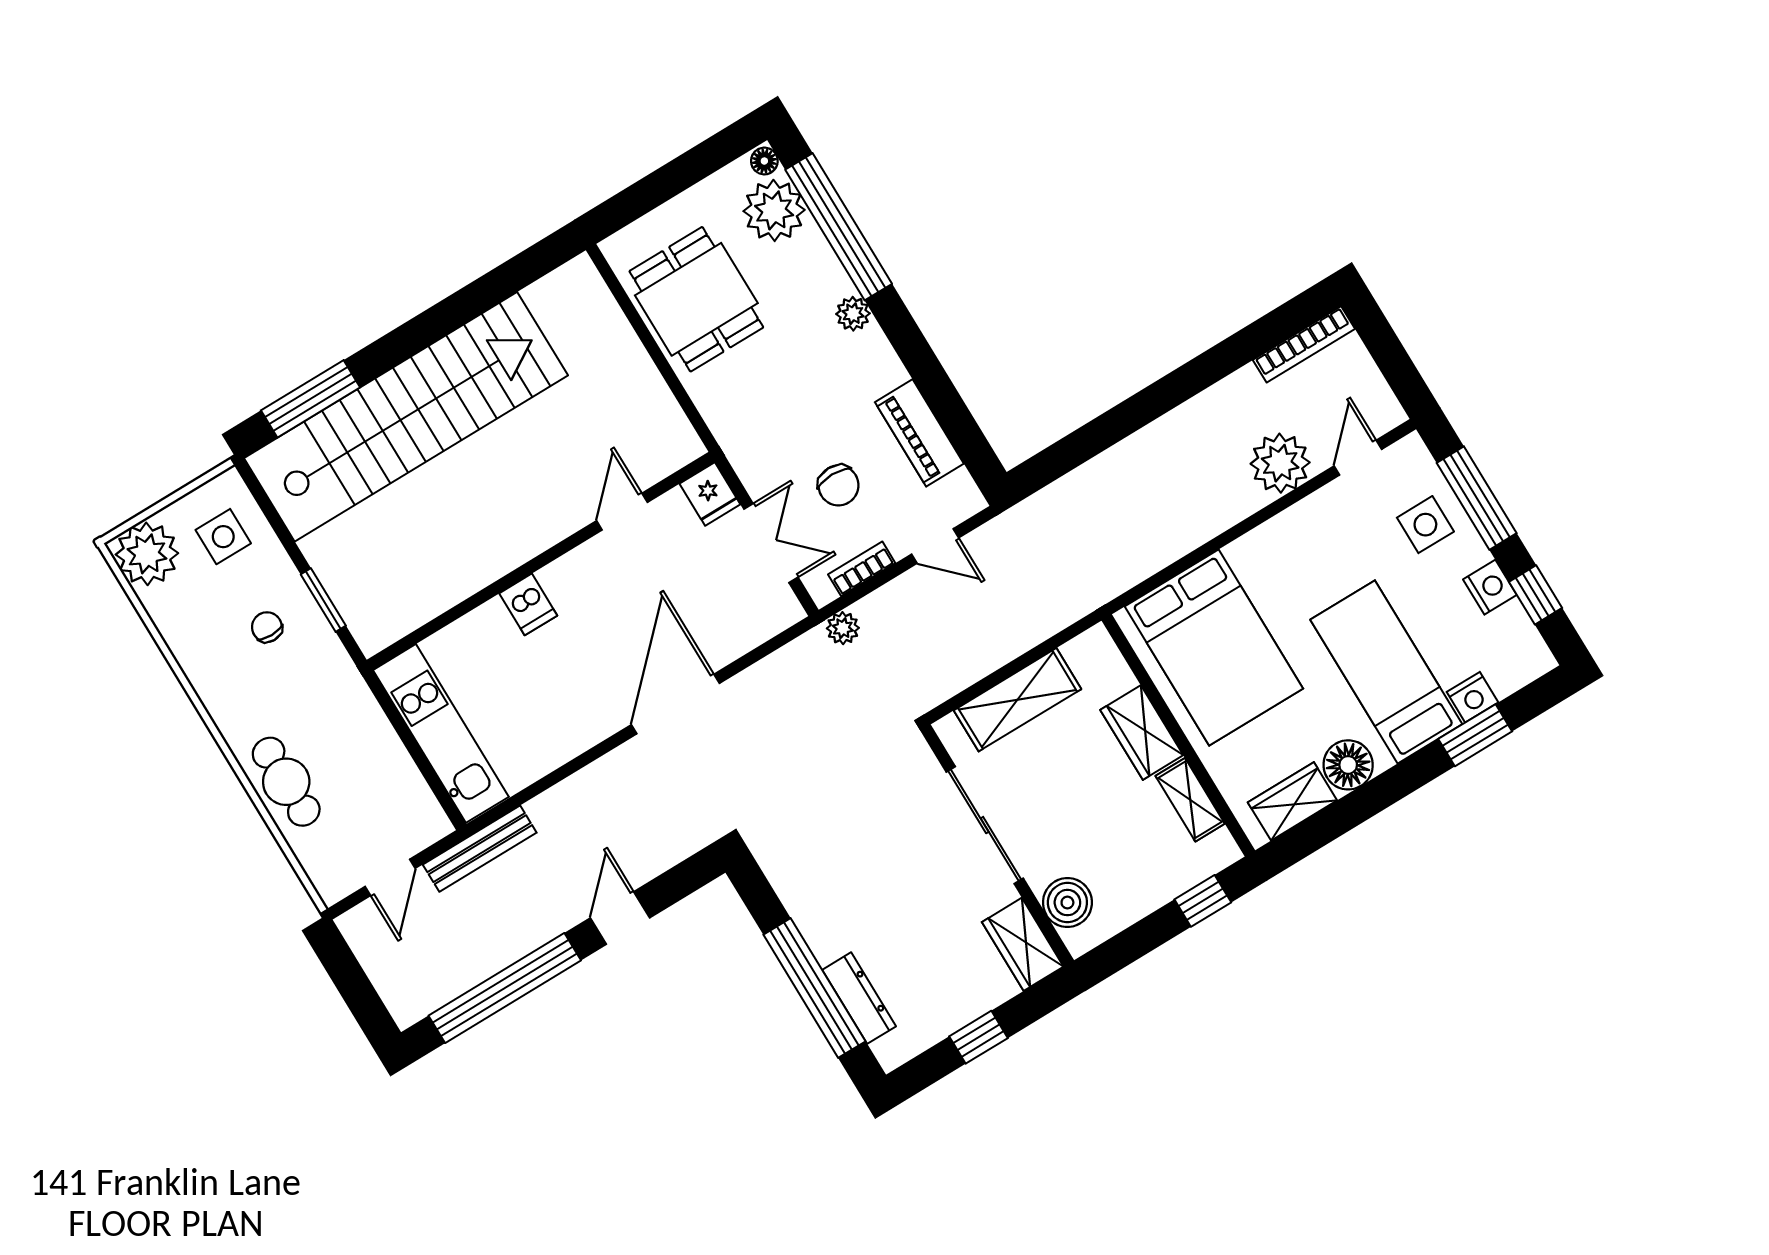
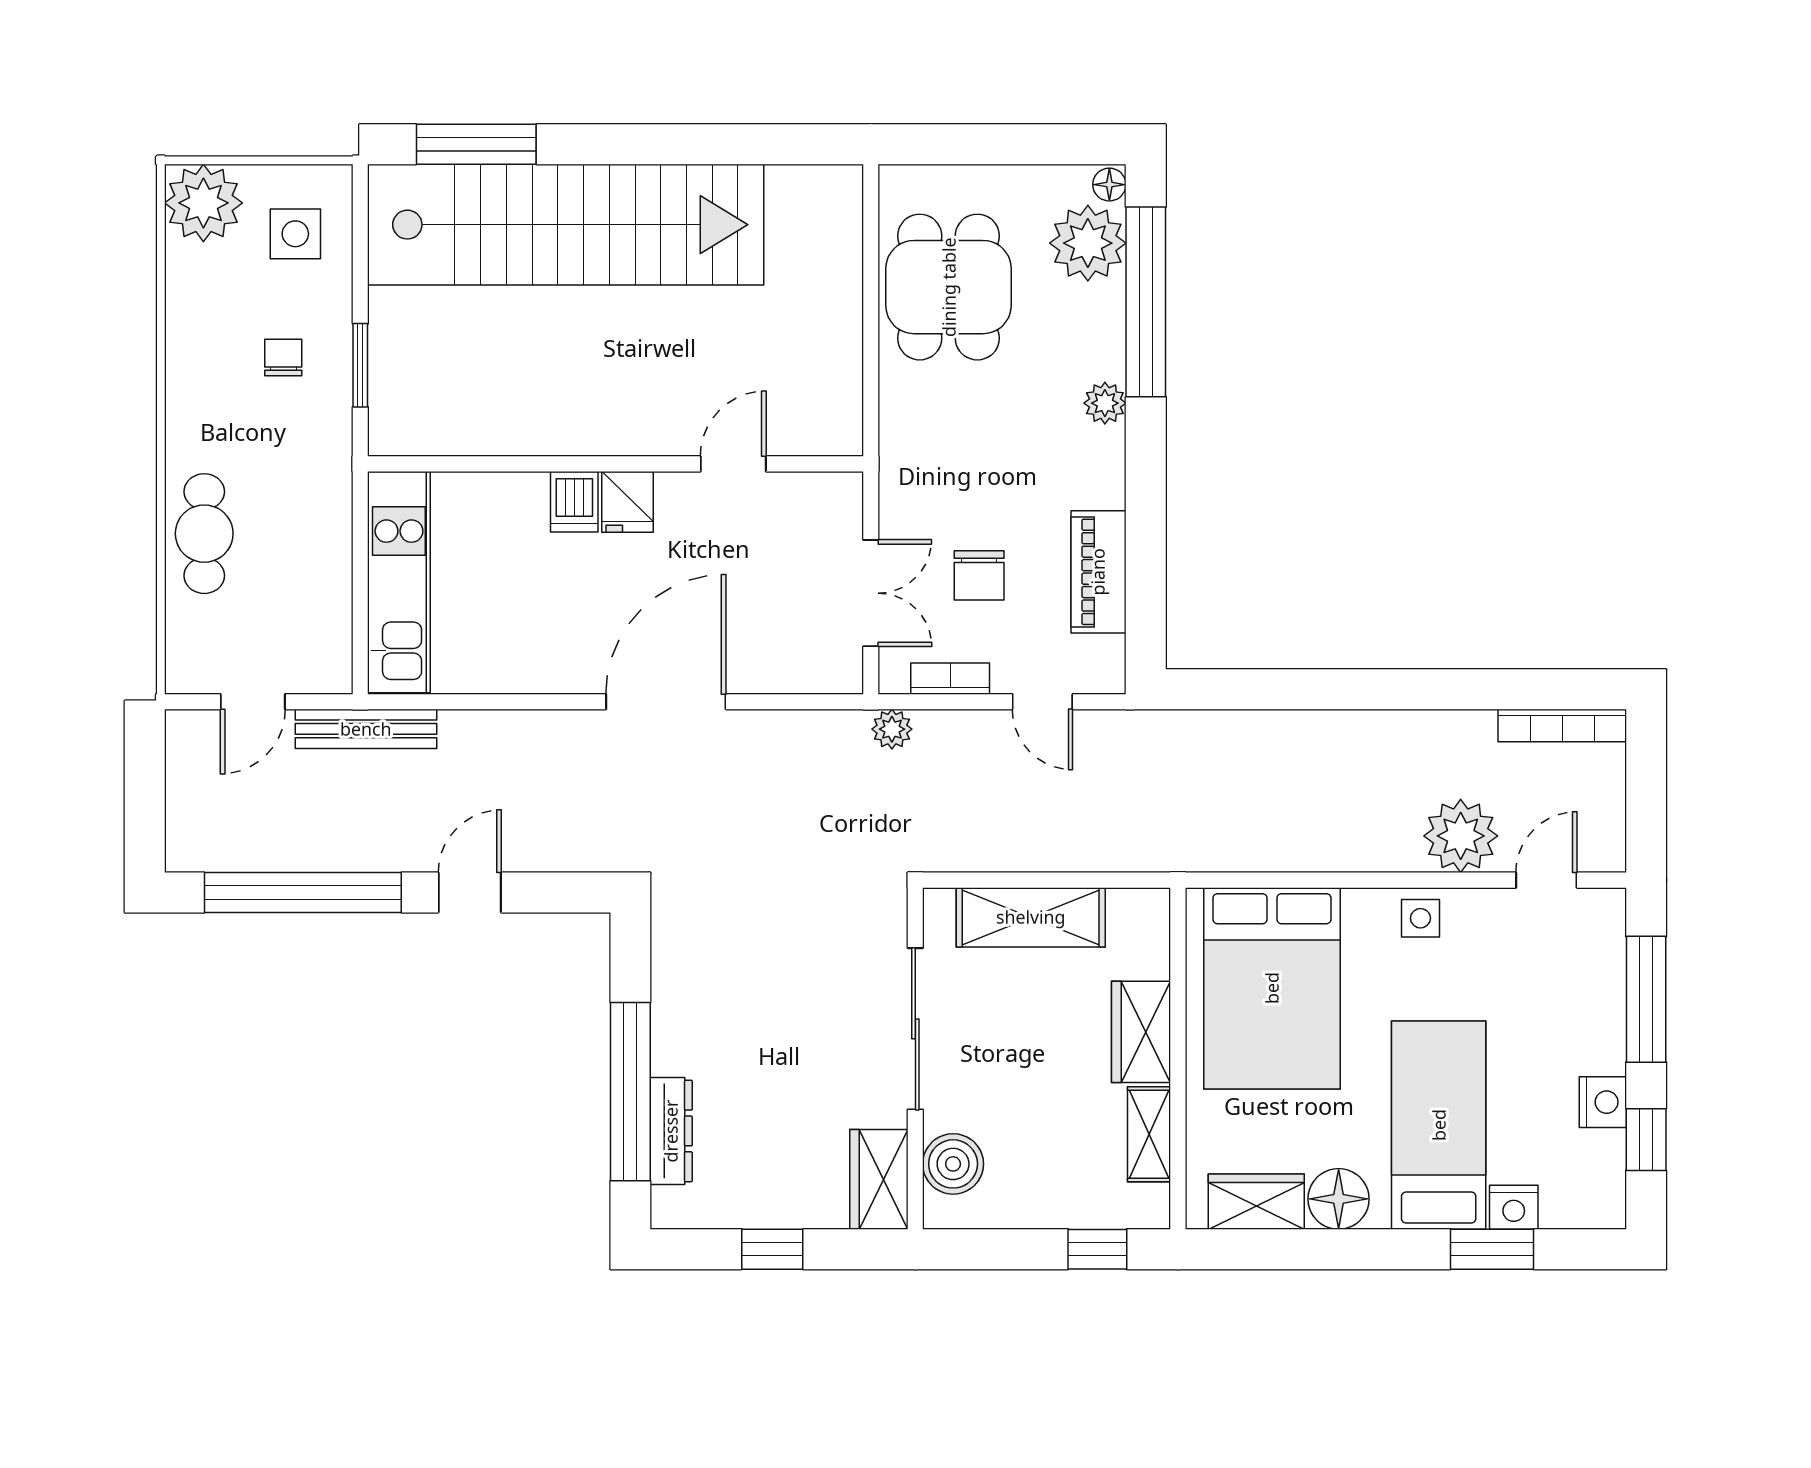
fridge: (710, 494) -> (628, 502), moved
side table: (1425, 525) -> (1420, 918), moved, width x0.73, depth x0.73

